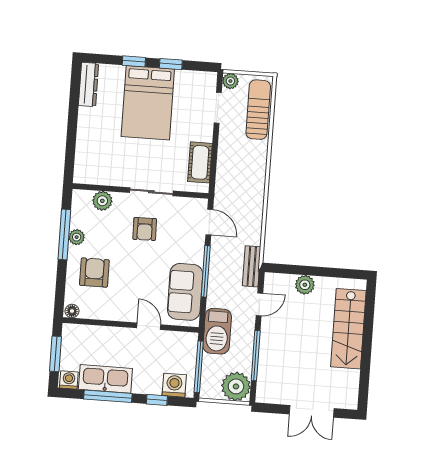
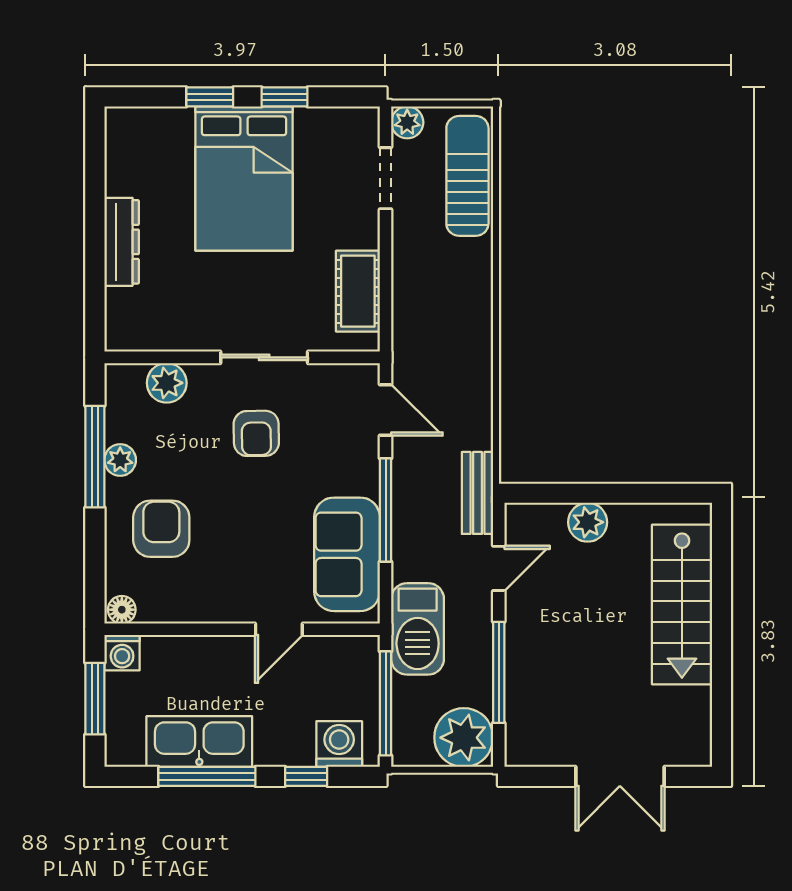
dresser: (88, 85) -> (122, 242), moved
door: (149, 326) -> (279, 629), swing flipped
washing machine: (69, 380) -> (122, 653), moved, turned 180

